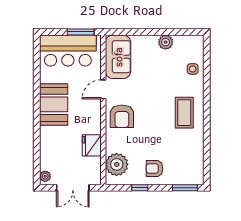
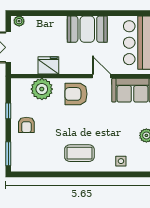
plant: (117, 164) -> (42, 89), moved
armchair: (155, 168) -> (26, 125), turned 180

